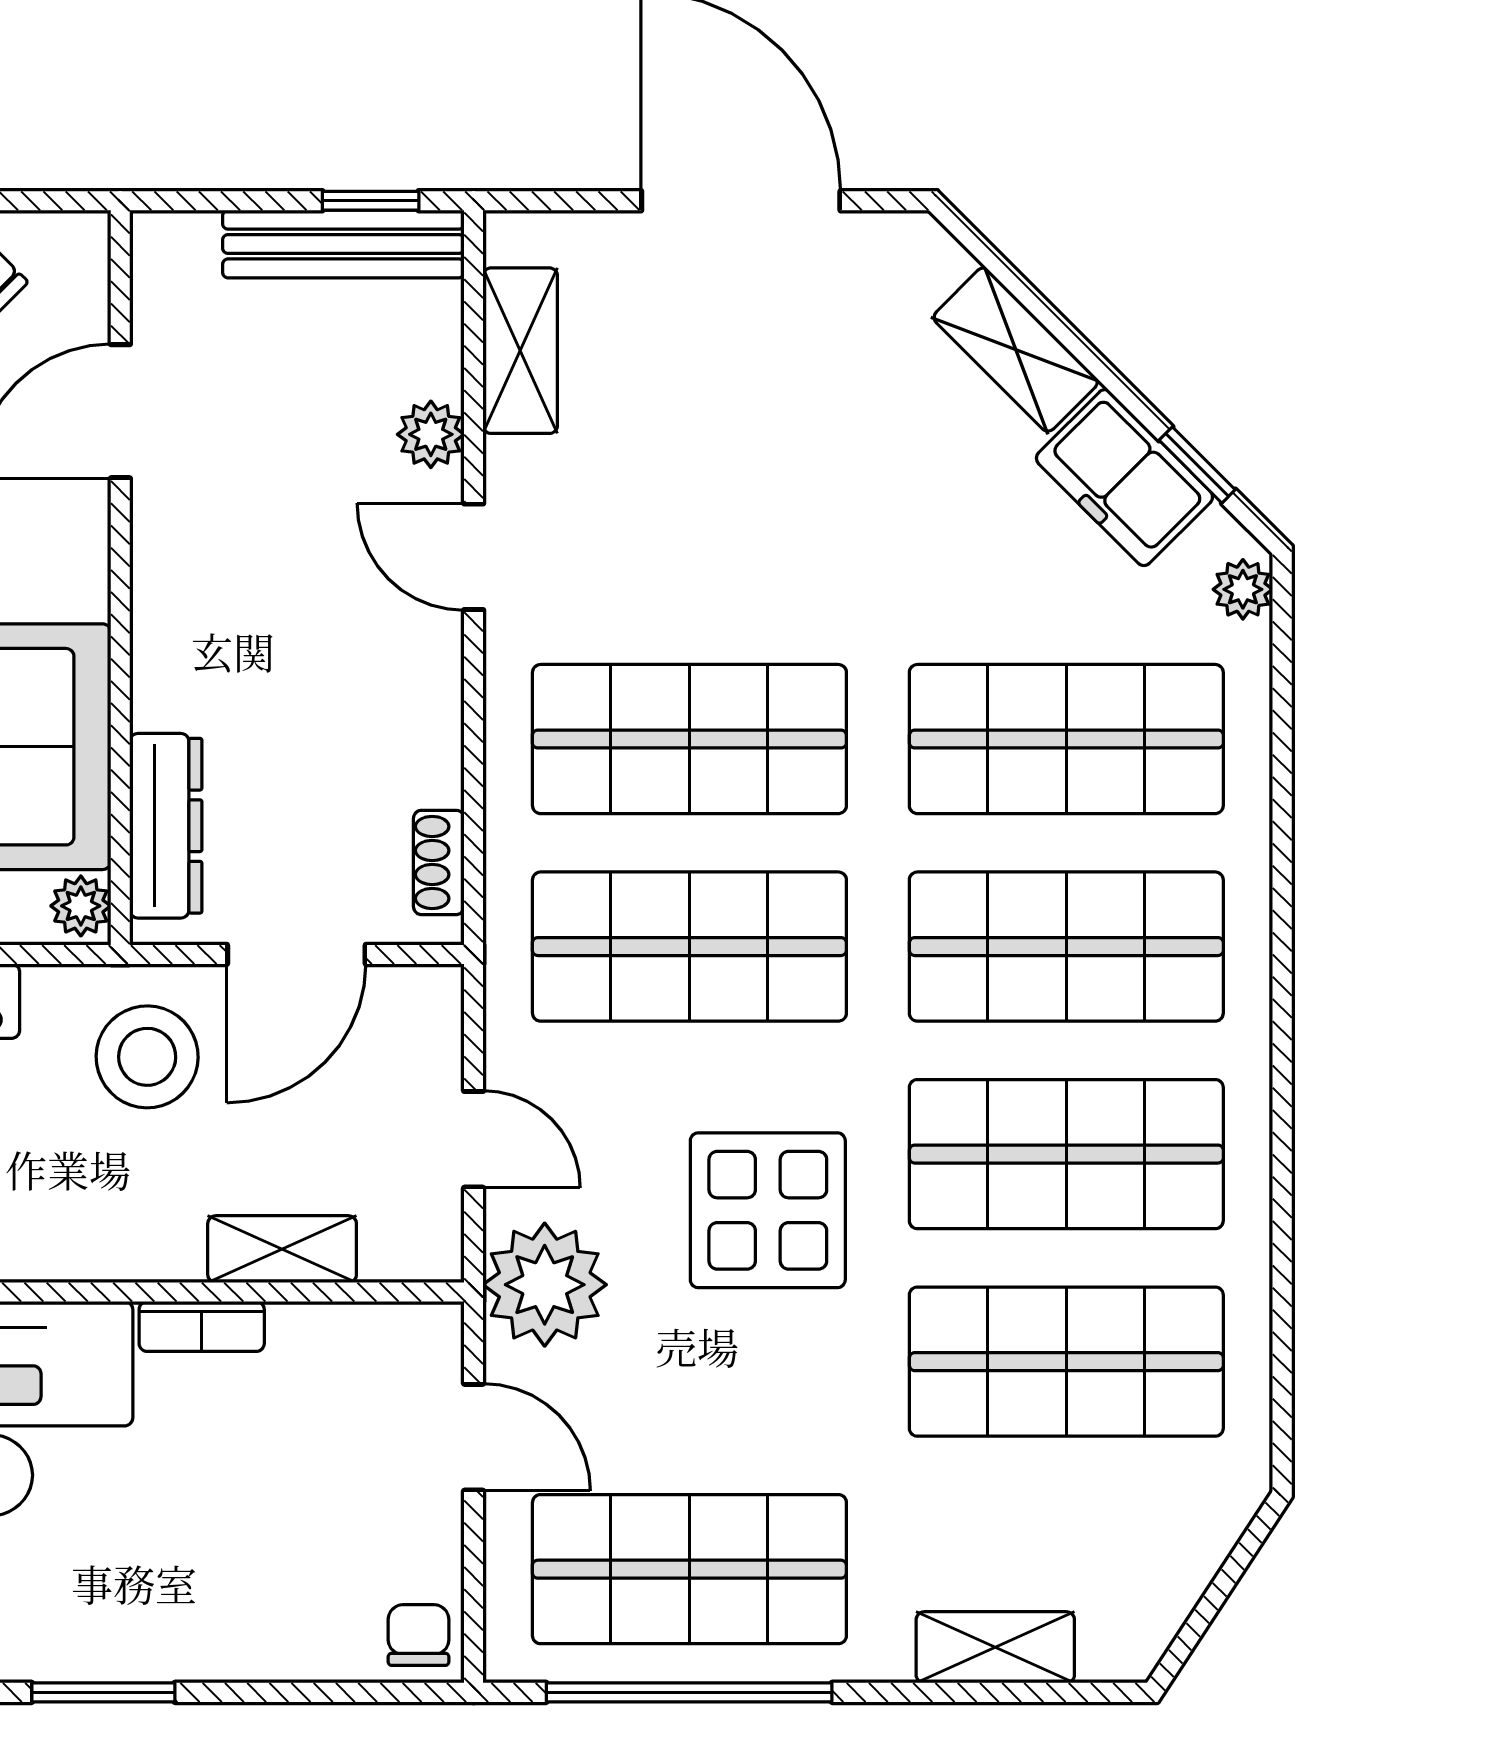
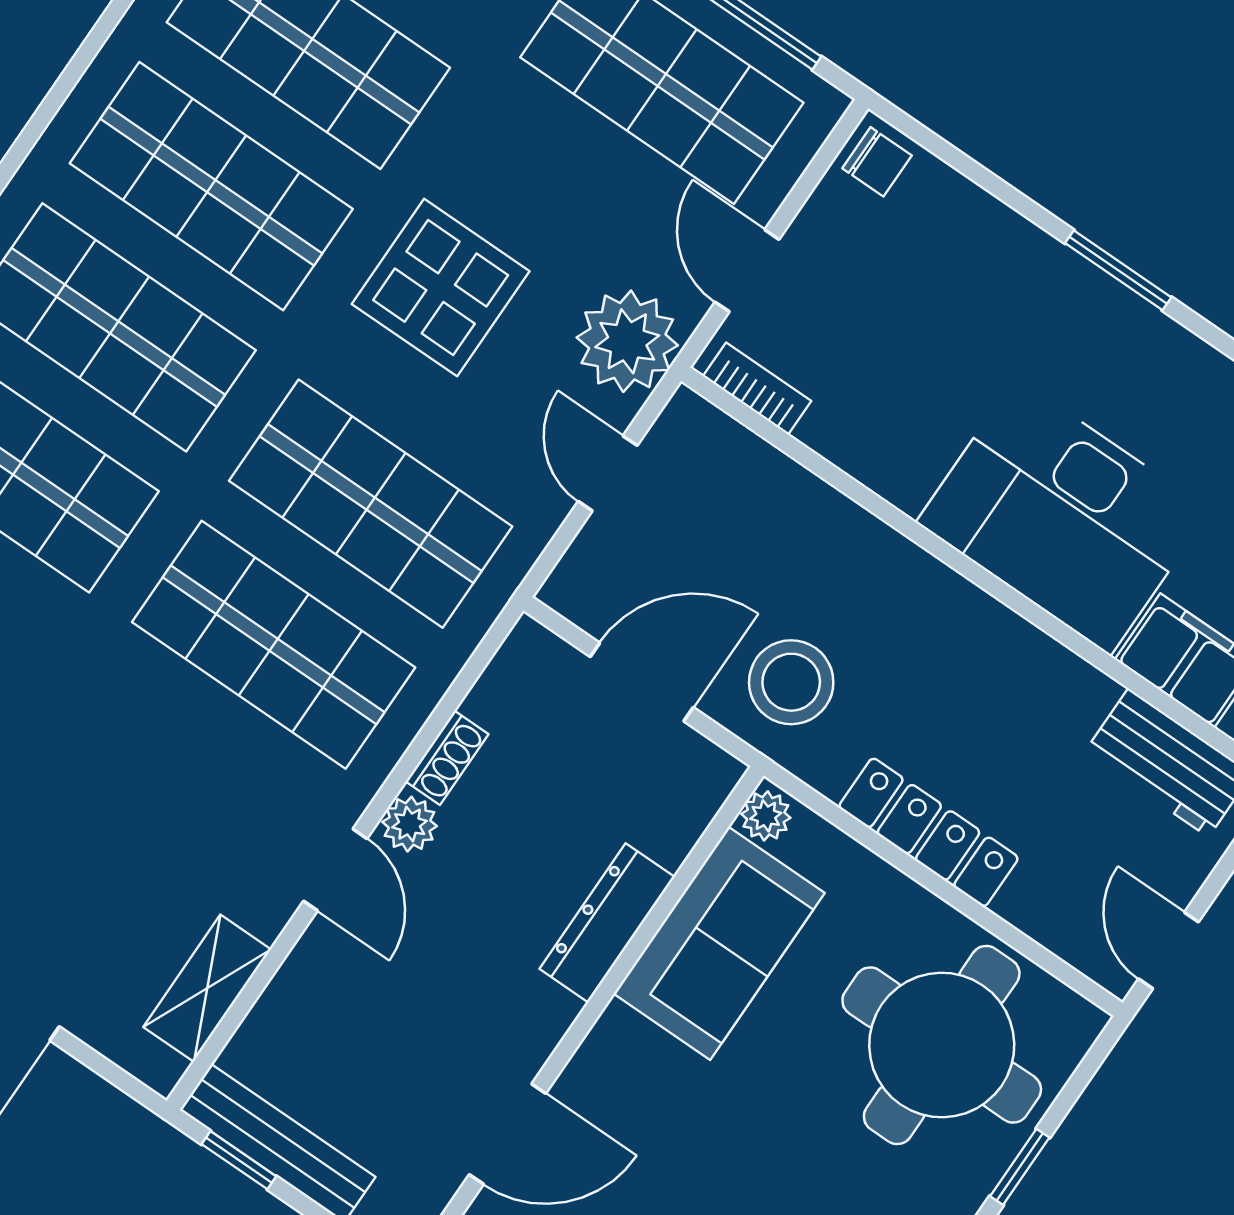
plant: (431, 434) -> (410, 824), moved
dresser: (166, 826) -> (607, 923), moved
shoe rack: (439, 862) -> (447, 758), moved
shelving: (282, 1249) -> (789, 488), removed
bookcase: (202, 1326) -> (757, 389), moved
chair: (418, 1635) -> (877, 162), turned -90

